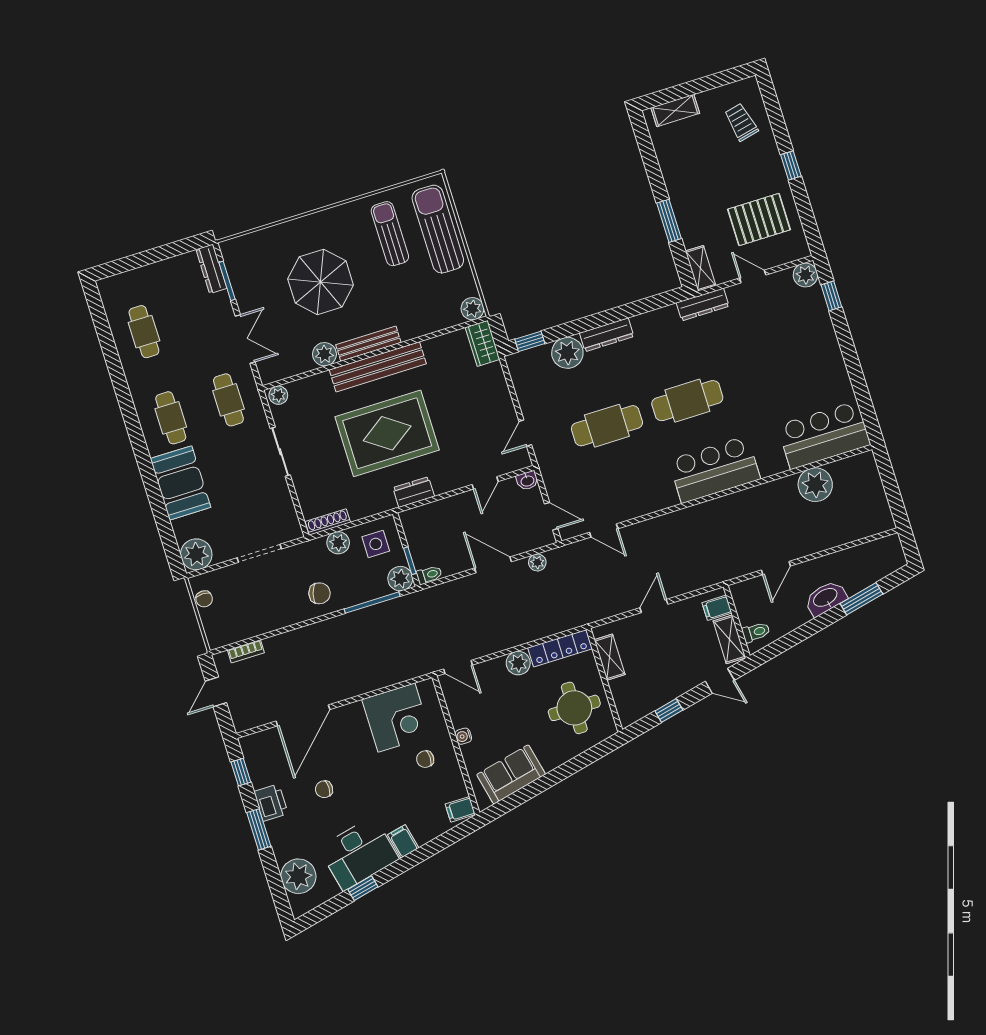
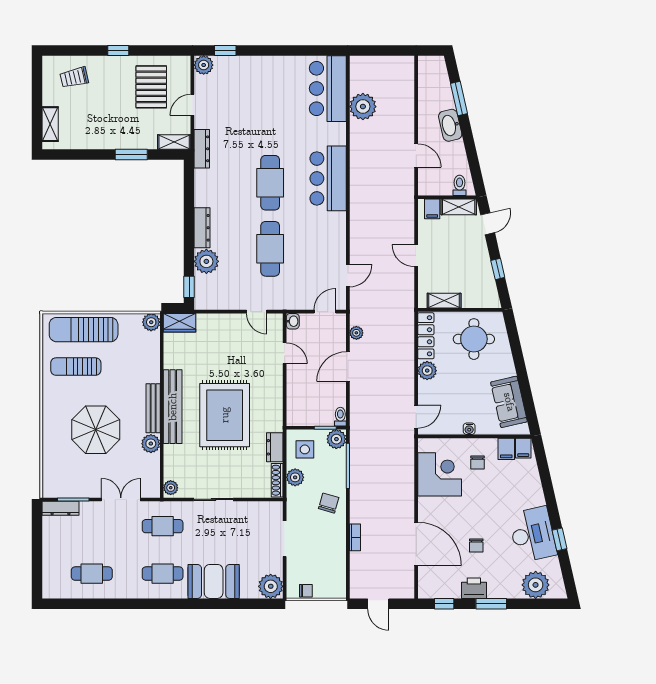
dresser: (414, 492) -> (275, 447), moved
bookcase: (246, 651) -> (355, 537), moved
filing cabinet: (403, 841) -> (506, 449), moved, turned -77

